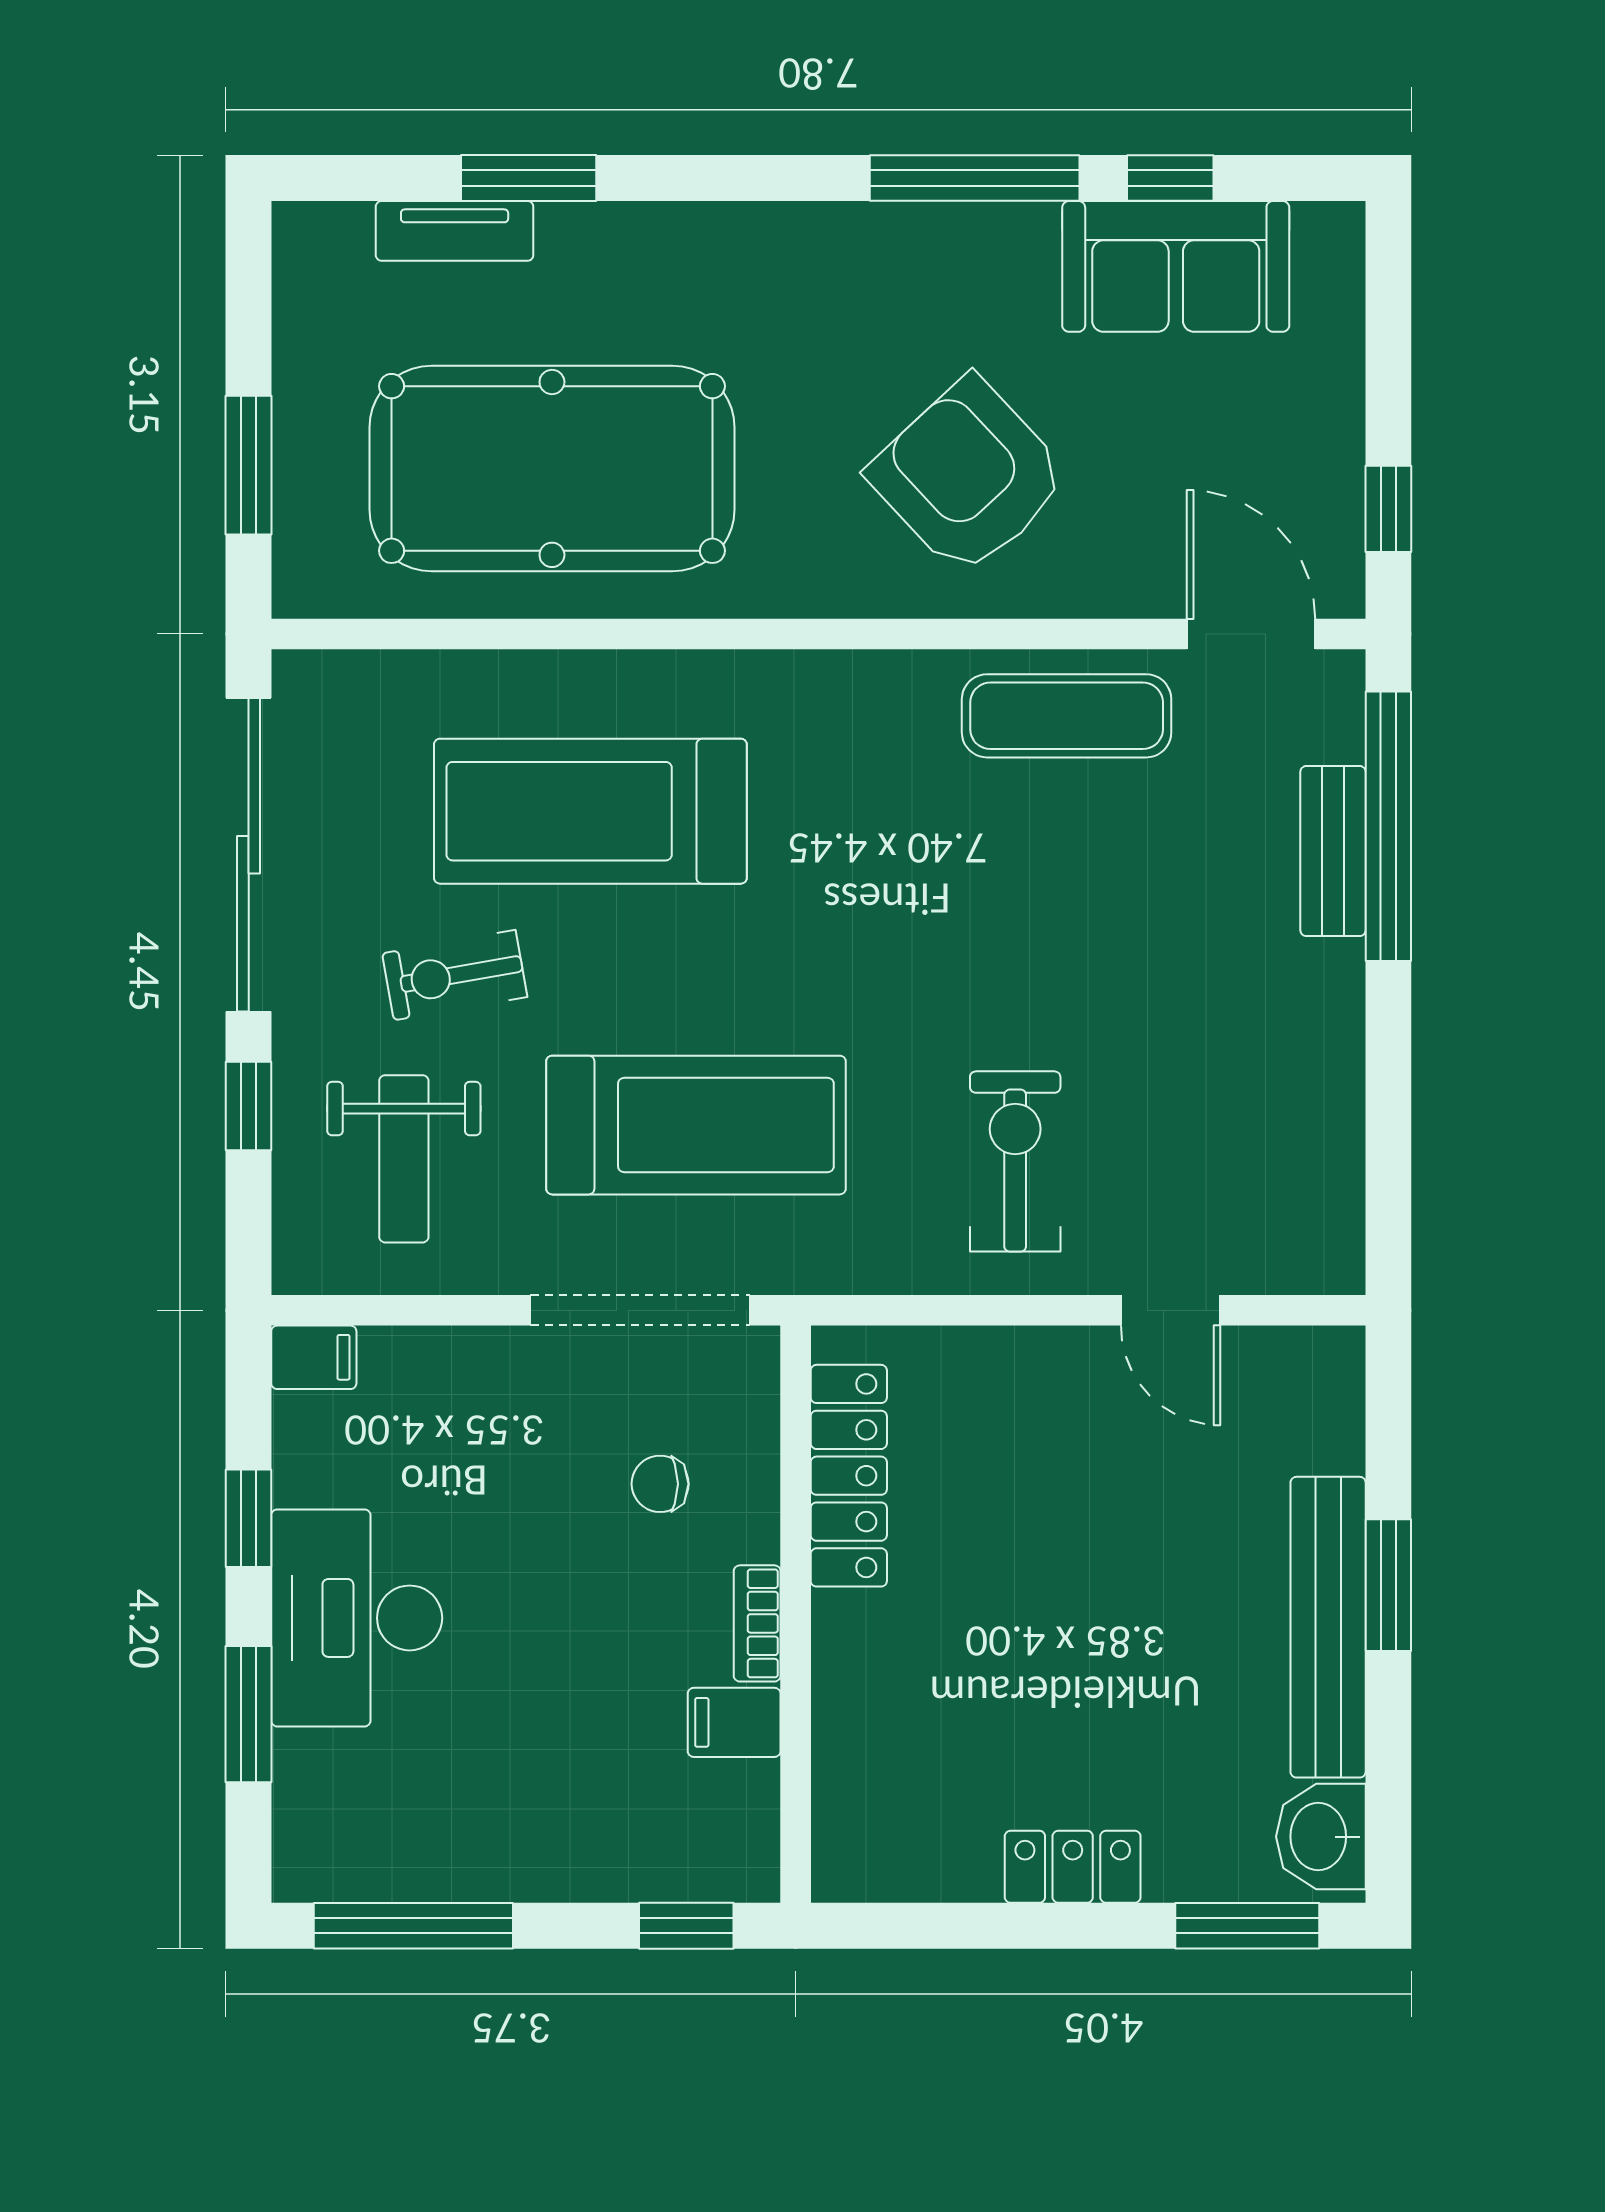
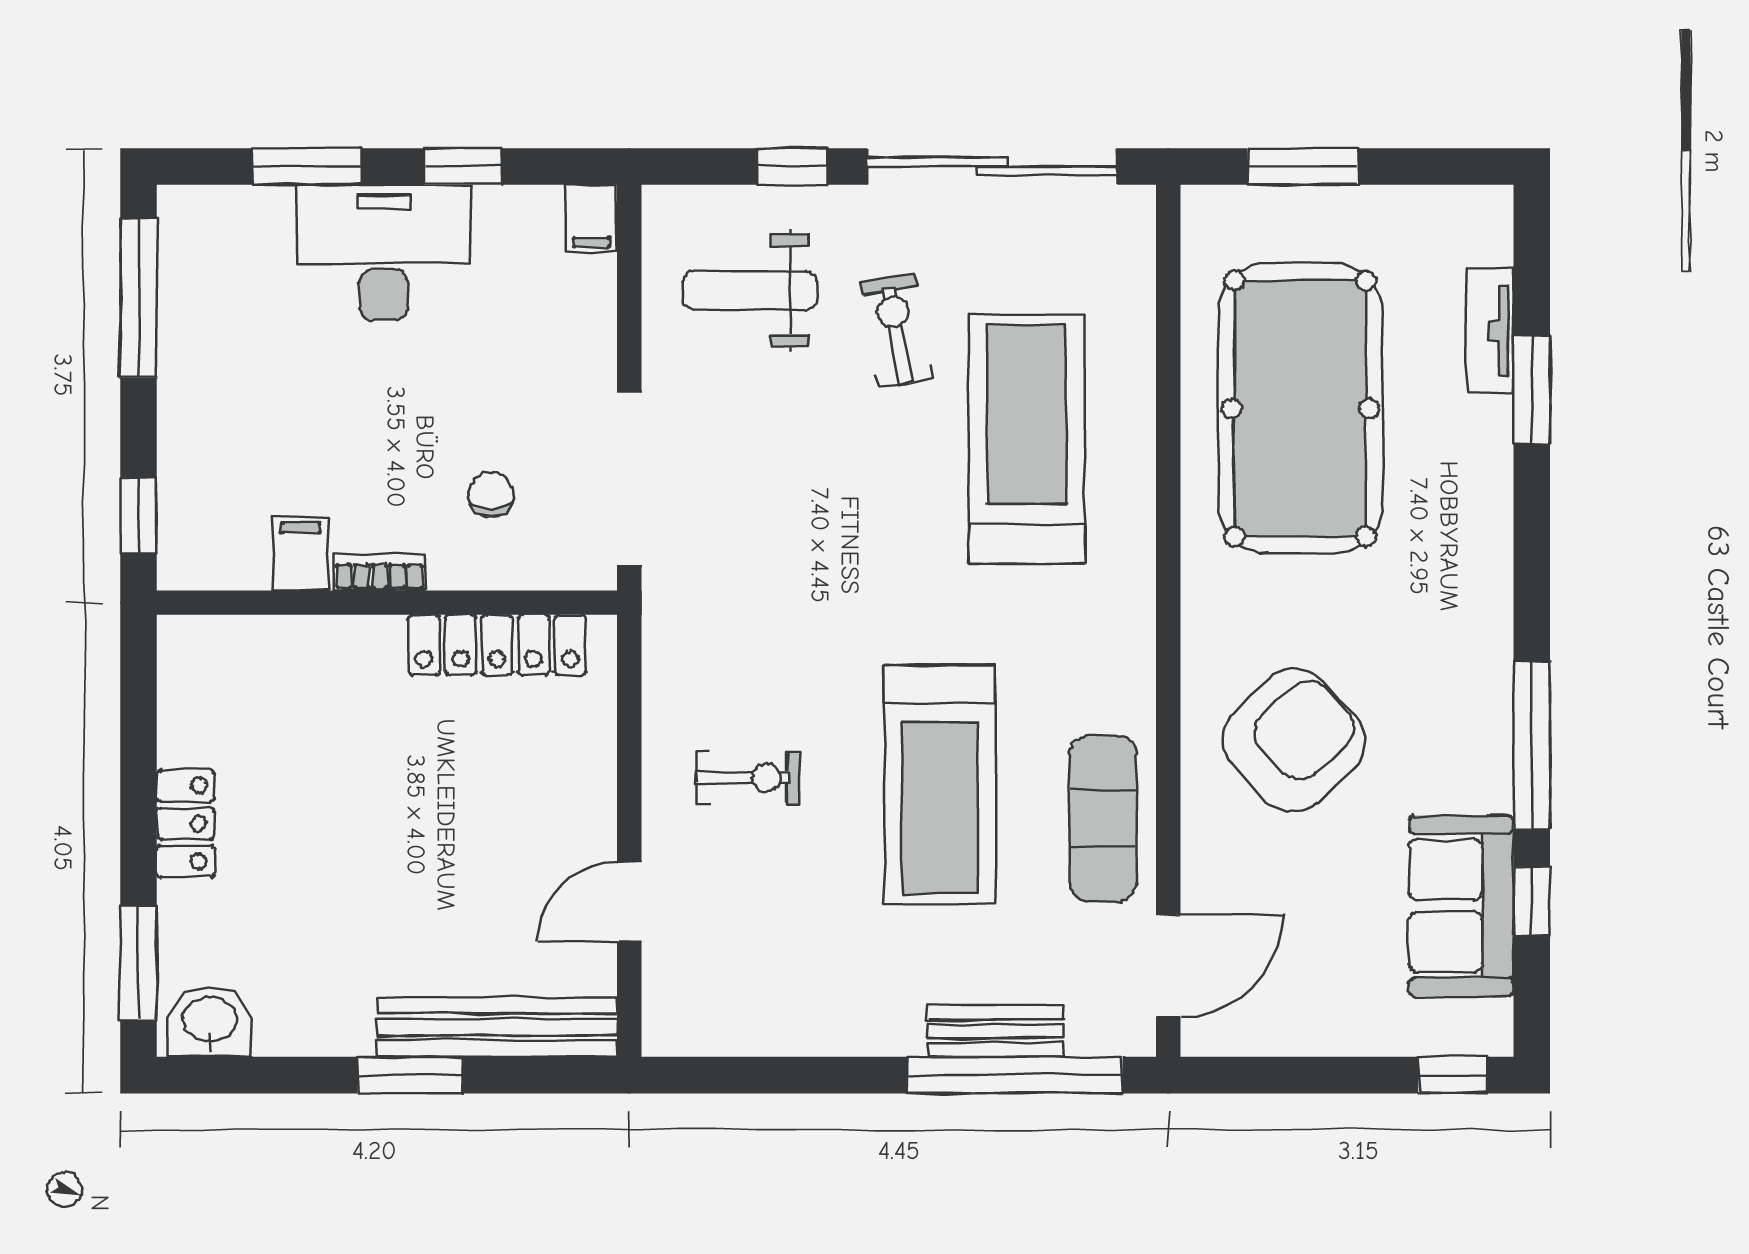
window: (1388, 509) -> (1453, 1075), moved
treadmill: (696, 1125) -> (940, 784), moved
exercise bike: (1015, 1161) -> (748, 778), width x0.73, depth x0.72
bench: (1328, 1627) -> (497, 1027), moved

